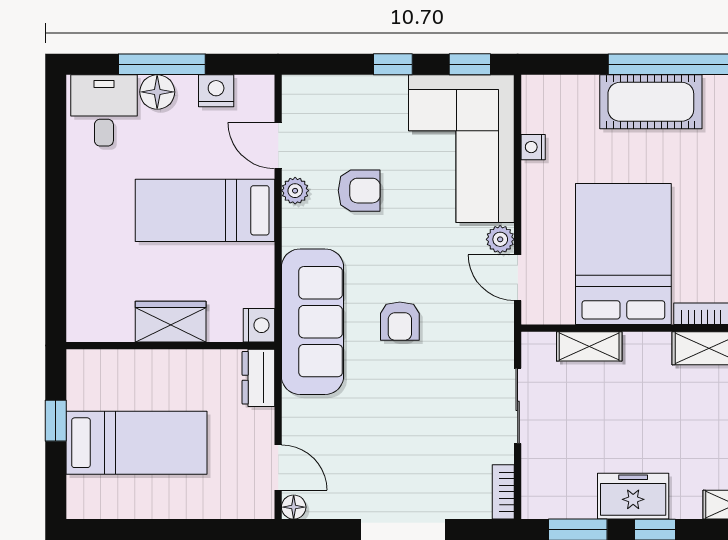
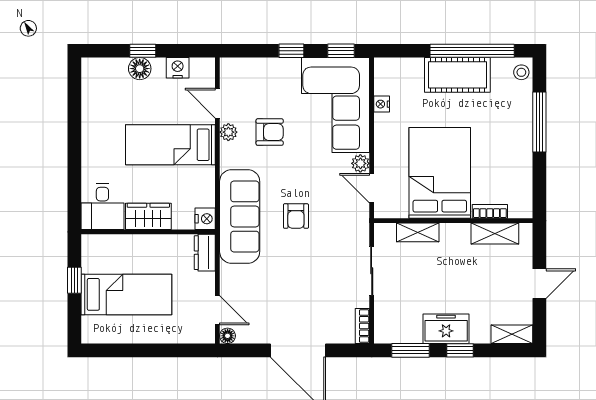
window: (162, 64) -> (143, 51), width x0.46
desk: (104, 110) -> (102, 207), moved, turned 180

